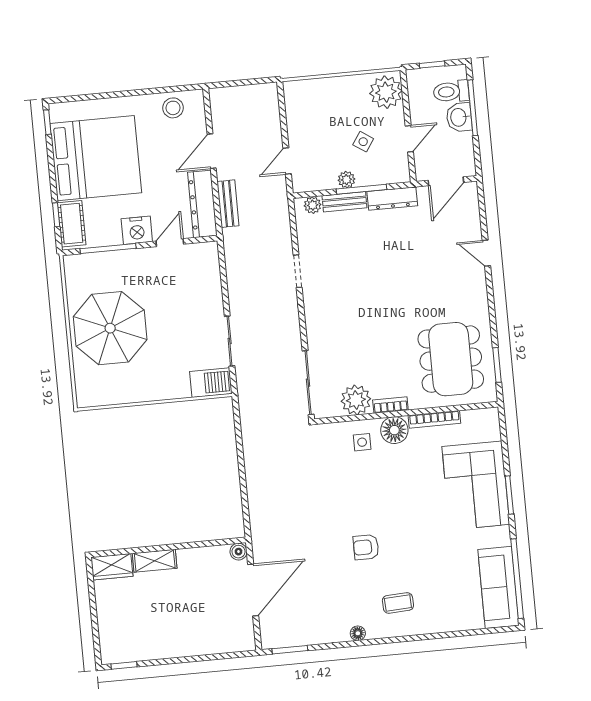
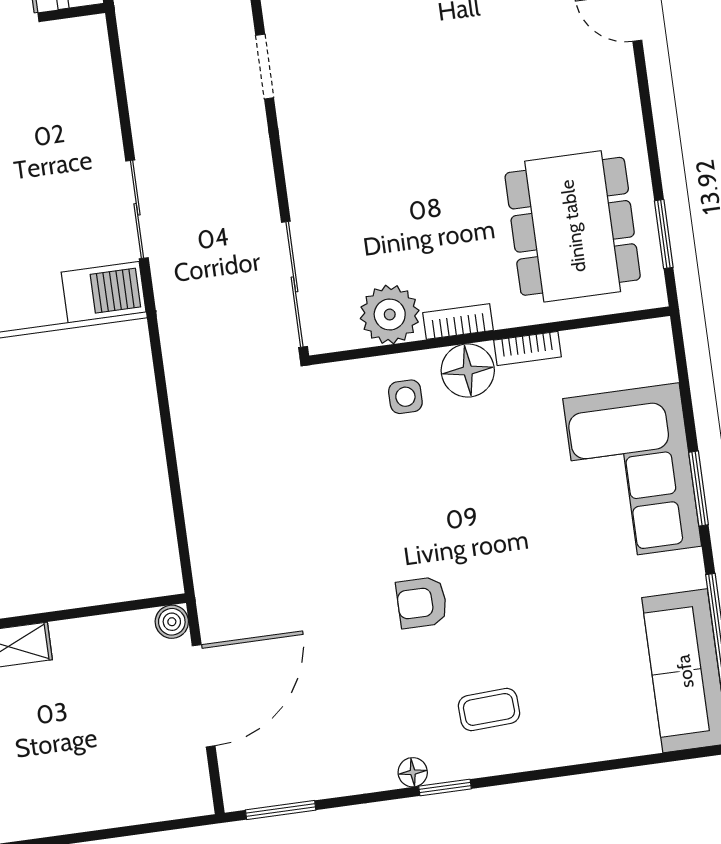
bookcase: (434, 419) -> (528, 349), width x0.64
window: (374, 642) -> (445, 788), added

